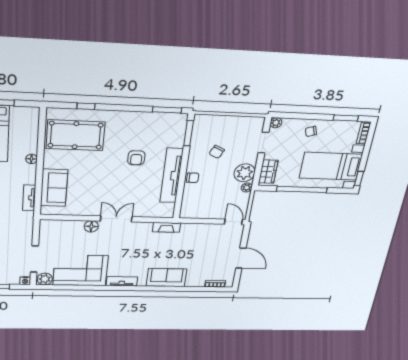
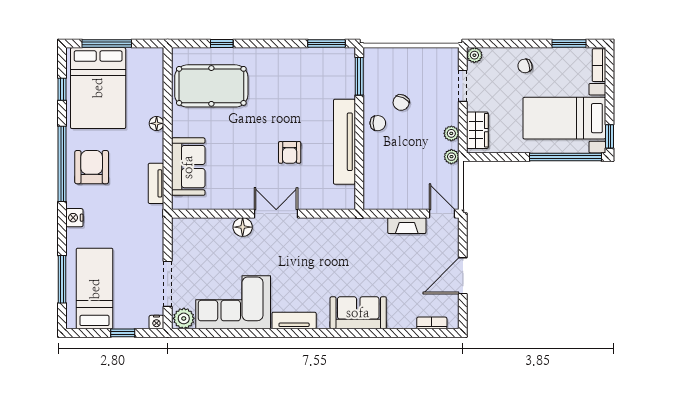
armchair: (136, 158) -> (290, 152), moved
plant: (245, 173) -> (451, 133), width x0.53, depth x0.53
chair: (193, 178) -> (378, 123), moved
window: (302, 189) -> (565, 157), moved
fireplace: (166, 227) -> (407, 226), moved
door: (241, 258) -> (463, 276), swing flipped

